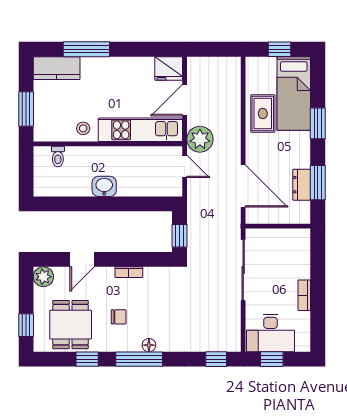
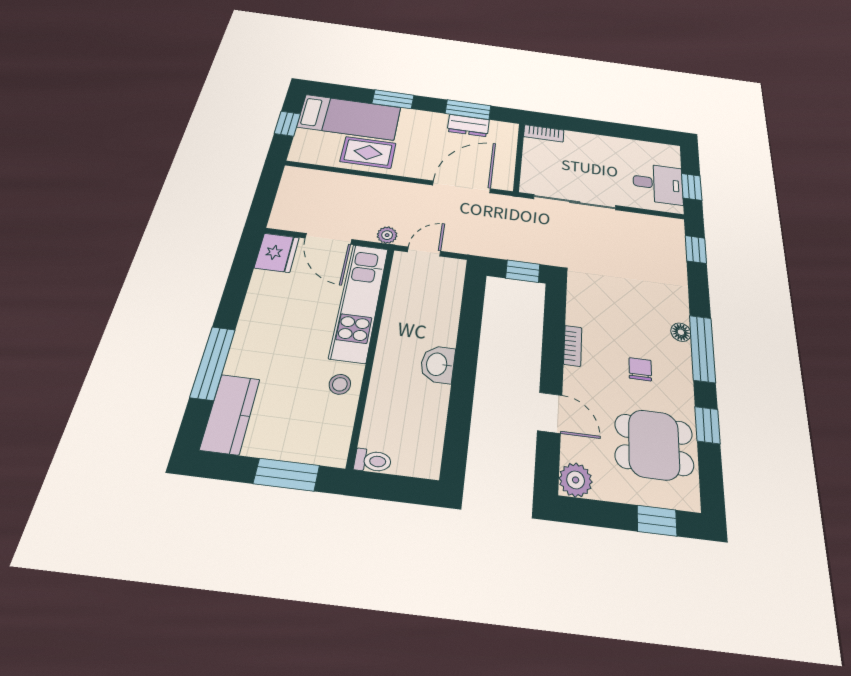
plant: (200, 139) -> (387, 235), width x0.53, depth x0.53
toilet: (58, 156) -> (373, 461), moved
bookcase: (304, 295) -> (544, 133), moved
desk: (270, 333) -> (658, 184), width x0.73

